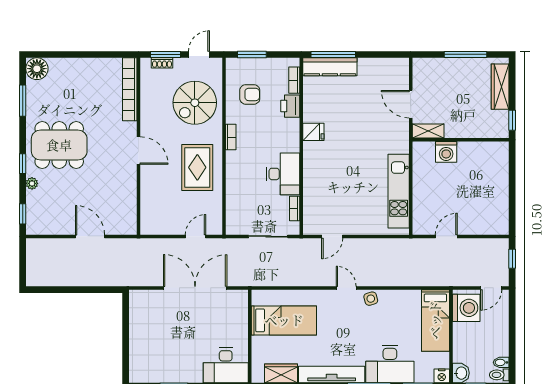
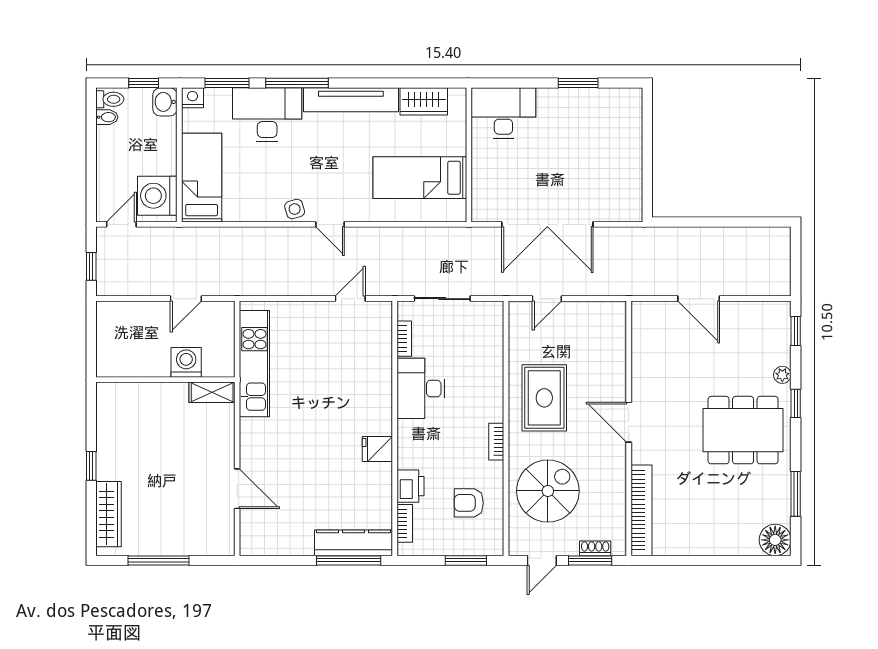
shelving: (428, 131) -> (212, 392), moved
wall: (461, 140) -> (165, 380), moved
washing machine: (446, 152) -> (186, 362), moved

